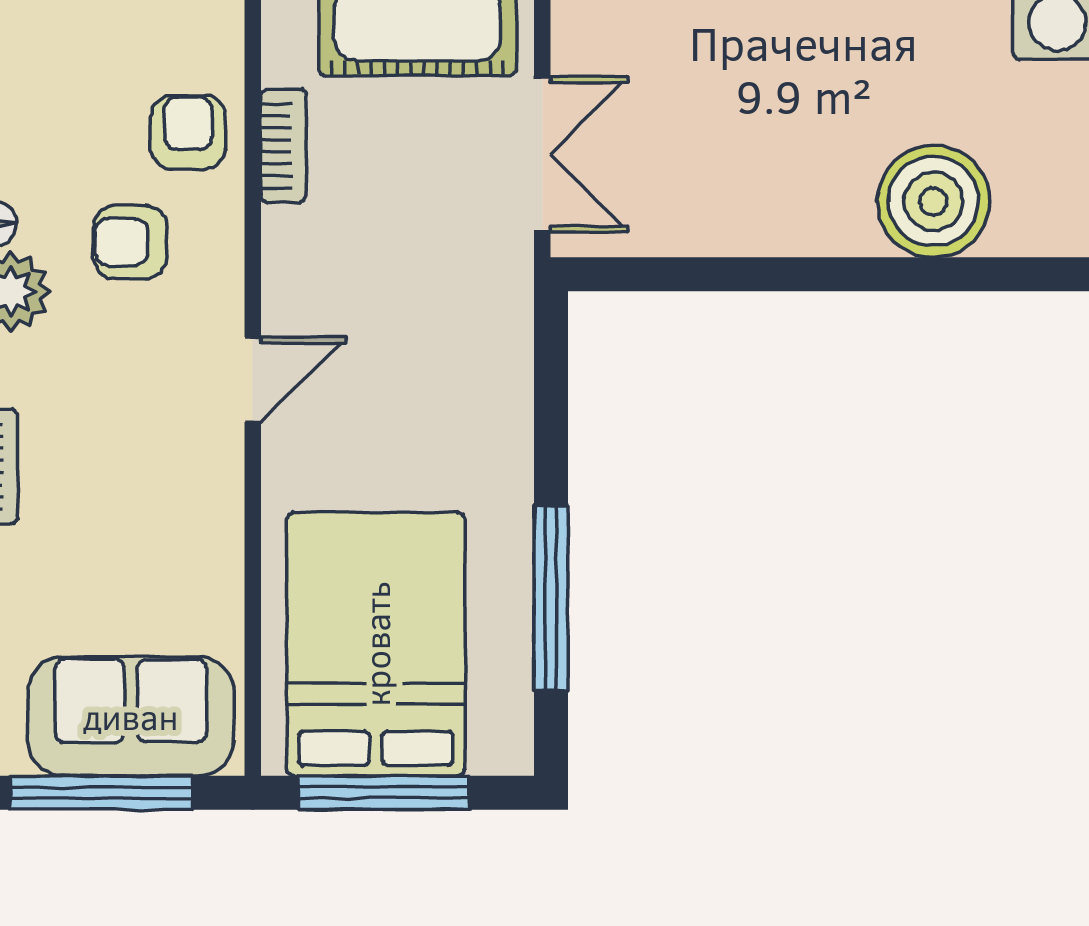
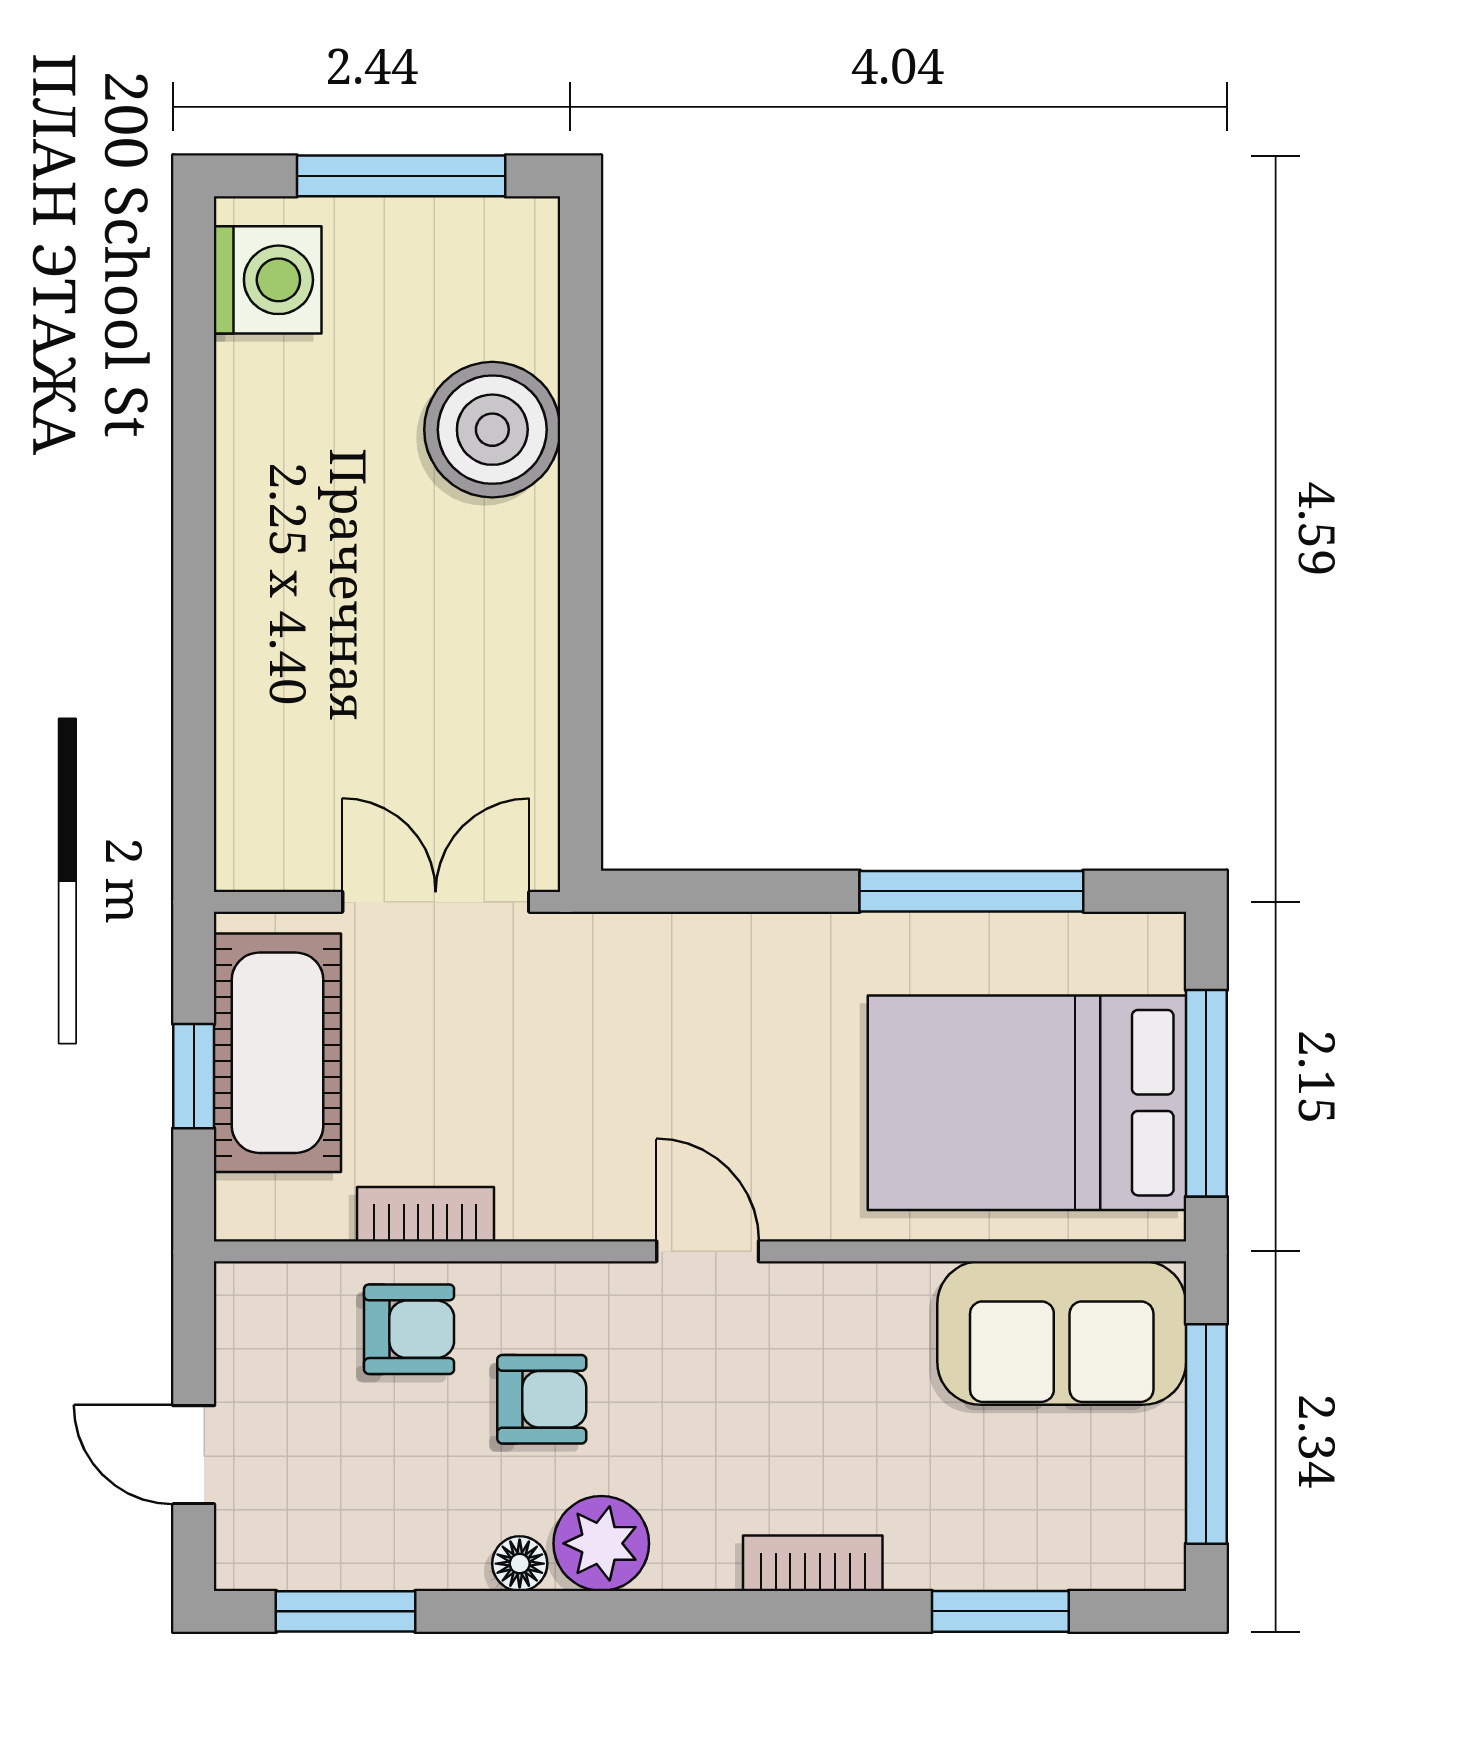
armchair: (188, 132) -> (409, 1329), turned 180
armchair: (130, 242) -> (542, 1399), turned -90
sofa: (131, 716) -> (1062, 1333), moved, turned -90

